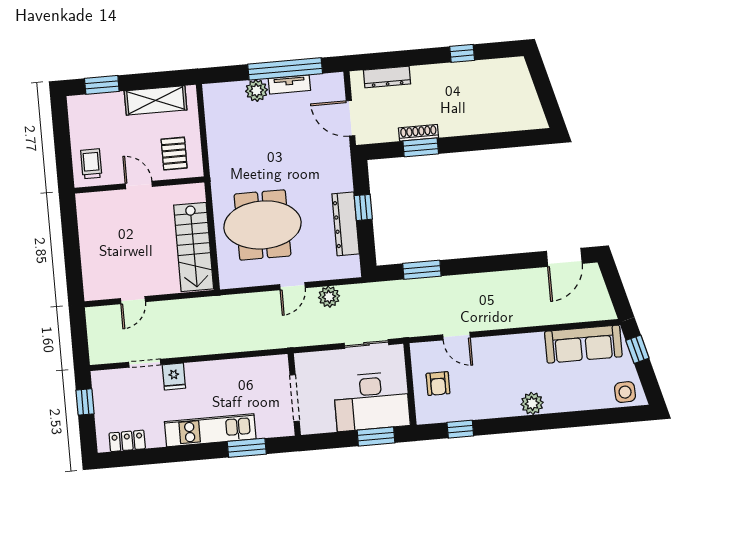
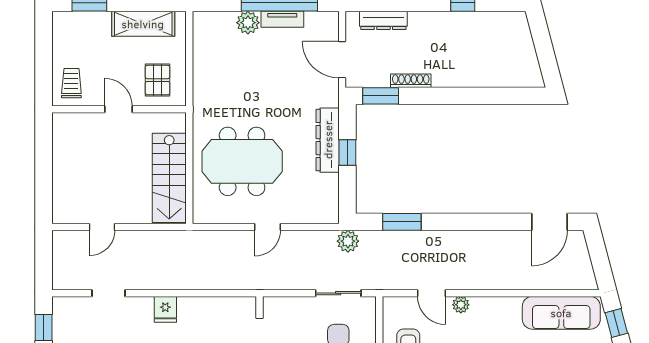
window: (421, 147) -> (381, 96), moved
dresser: (346, 224) -> (328, 140), moved
plant: (329, 297) -> (348, 241), moved
plant: (486, 345) -> (461, 305), added
fridge: (174, 376) -> (165, 309), moved

